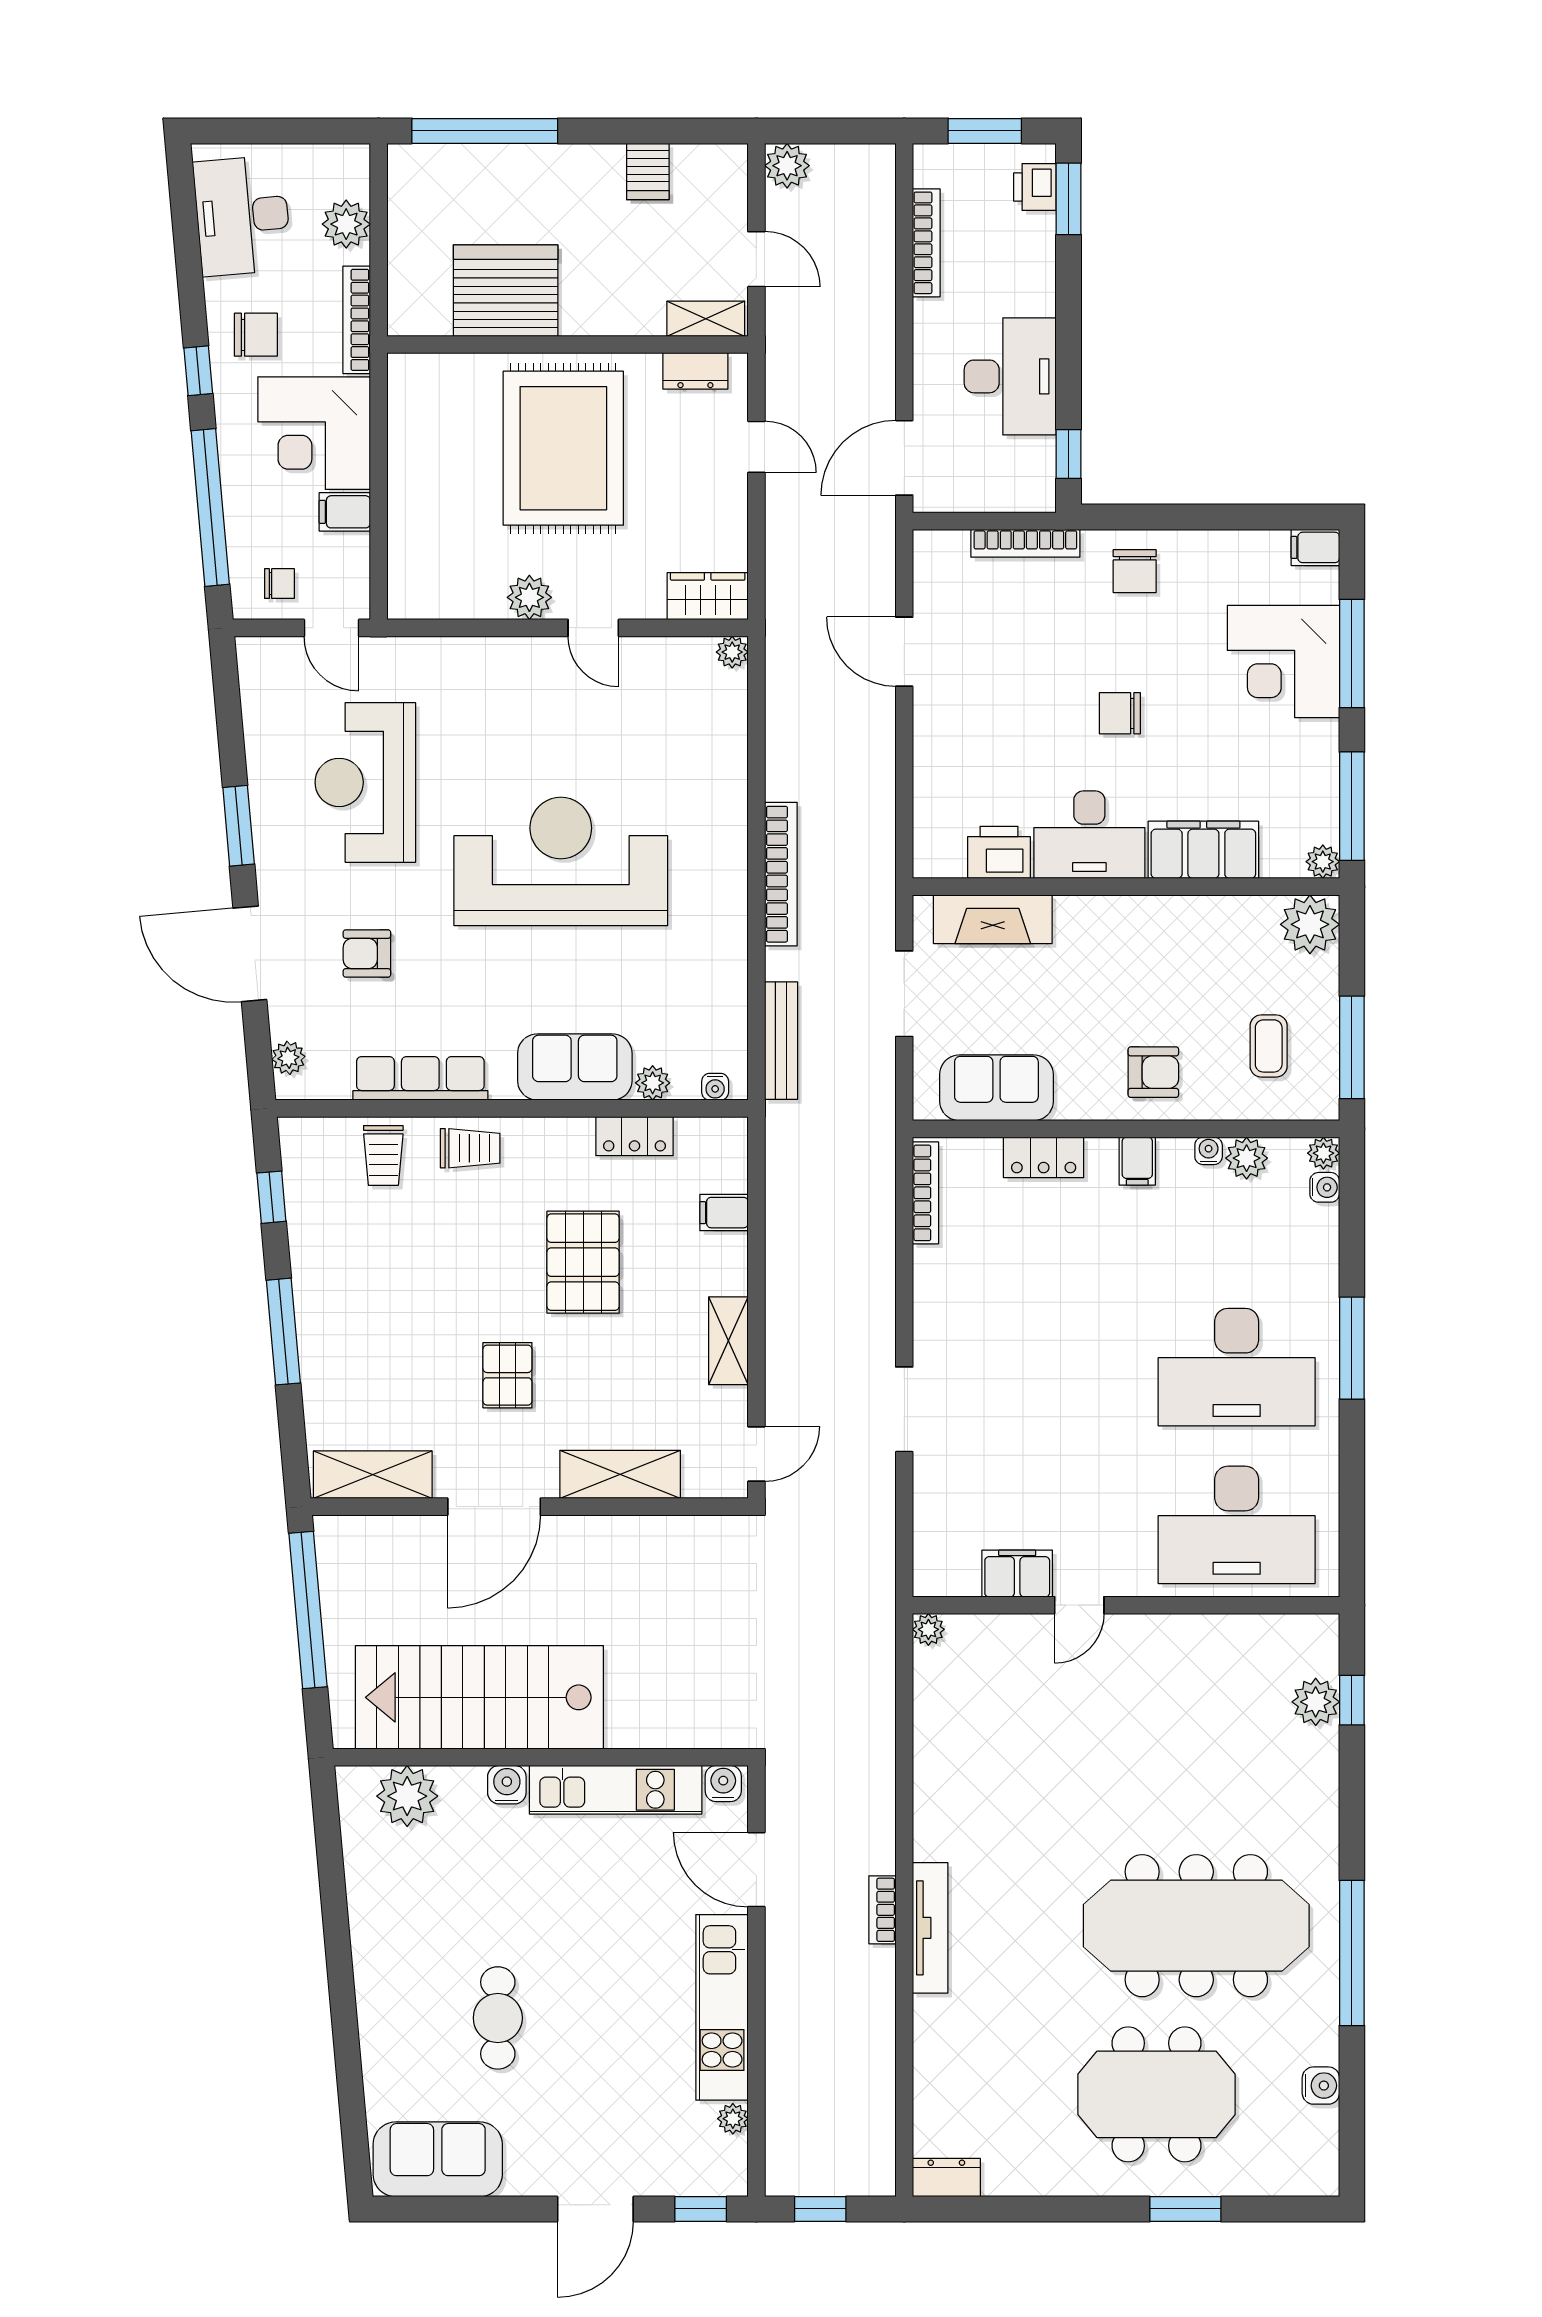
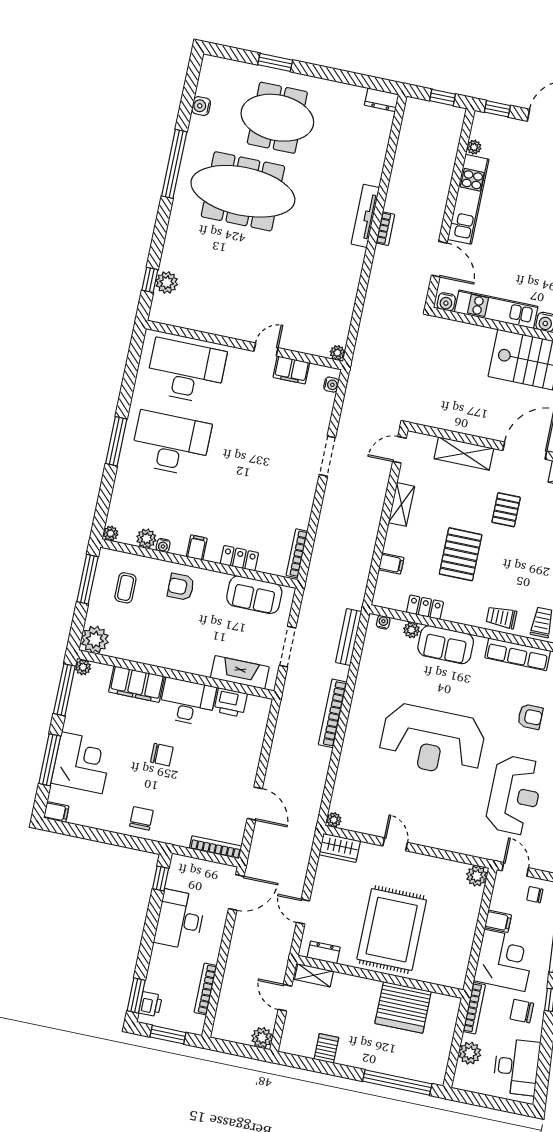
bookcase: (1025, 543) -> (216, 847), moved
plant: (529, 597) -> (477, 876), moved
water cooler: (1325, 1187) -> (331, 385), moved, turned 180

